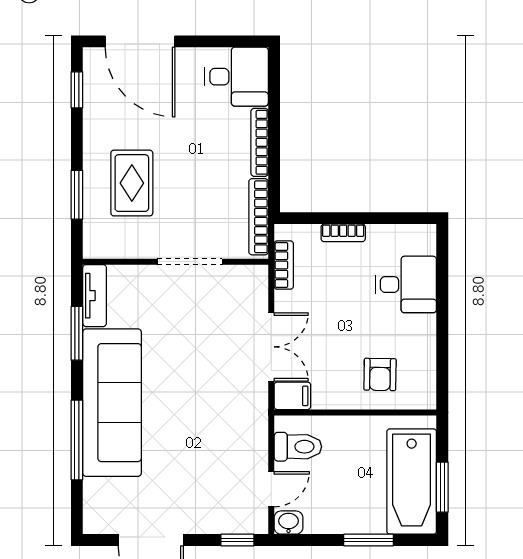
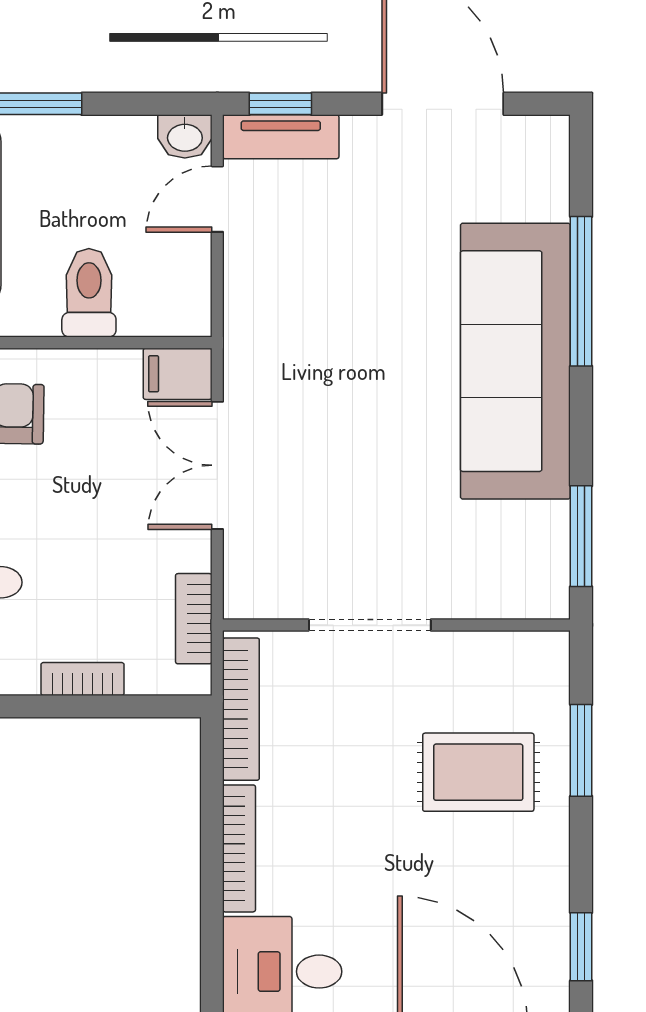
rug: (132, 183) -> (478, 772), turned 90
tv unit: (95, 296) -> (281, 137), moved, turned -90
window: (77, 333) -> (581, 536), moved
toilet: (298, 447) -> (89, 293), moved, turned 90

